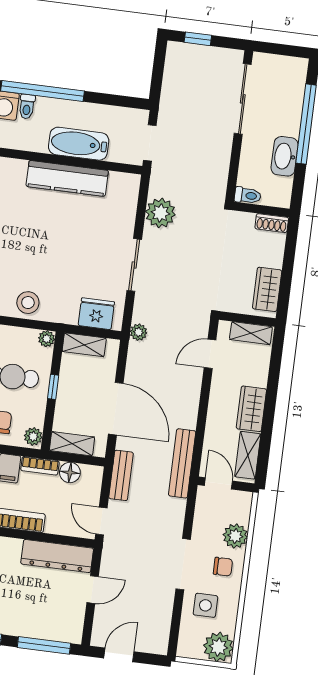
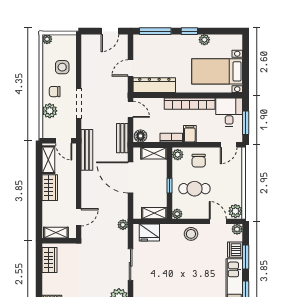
floor lamp: (70, 472) -> (141, 136), moved
doorway: (183, 564) -> (79, 104), moved
plant: (218, 647) -> (47, 39), width x0.53, depth x0.53

